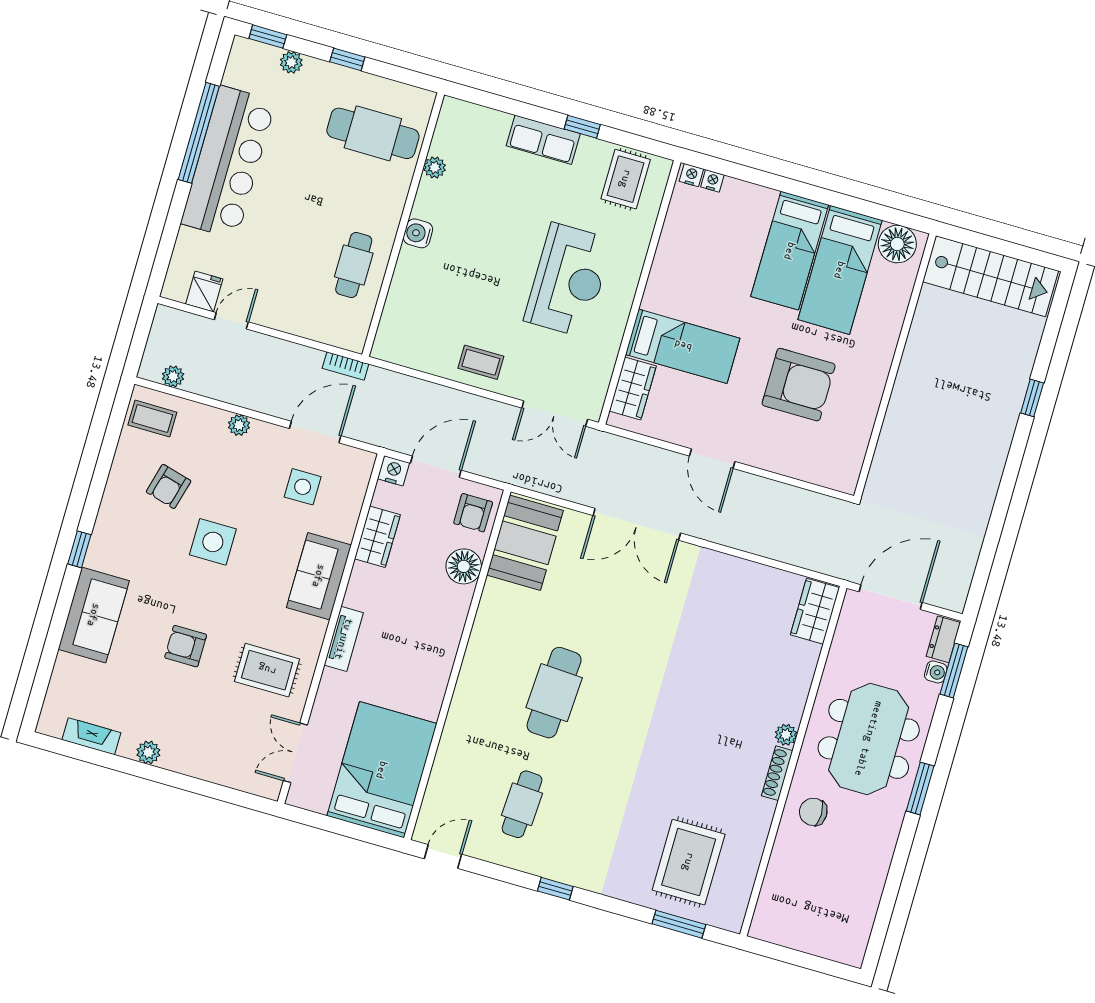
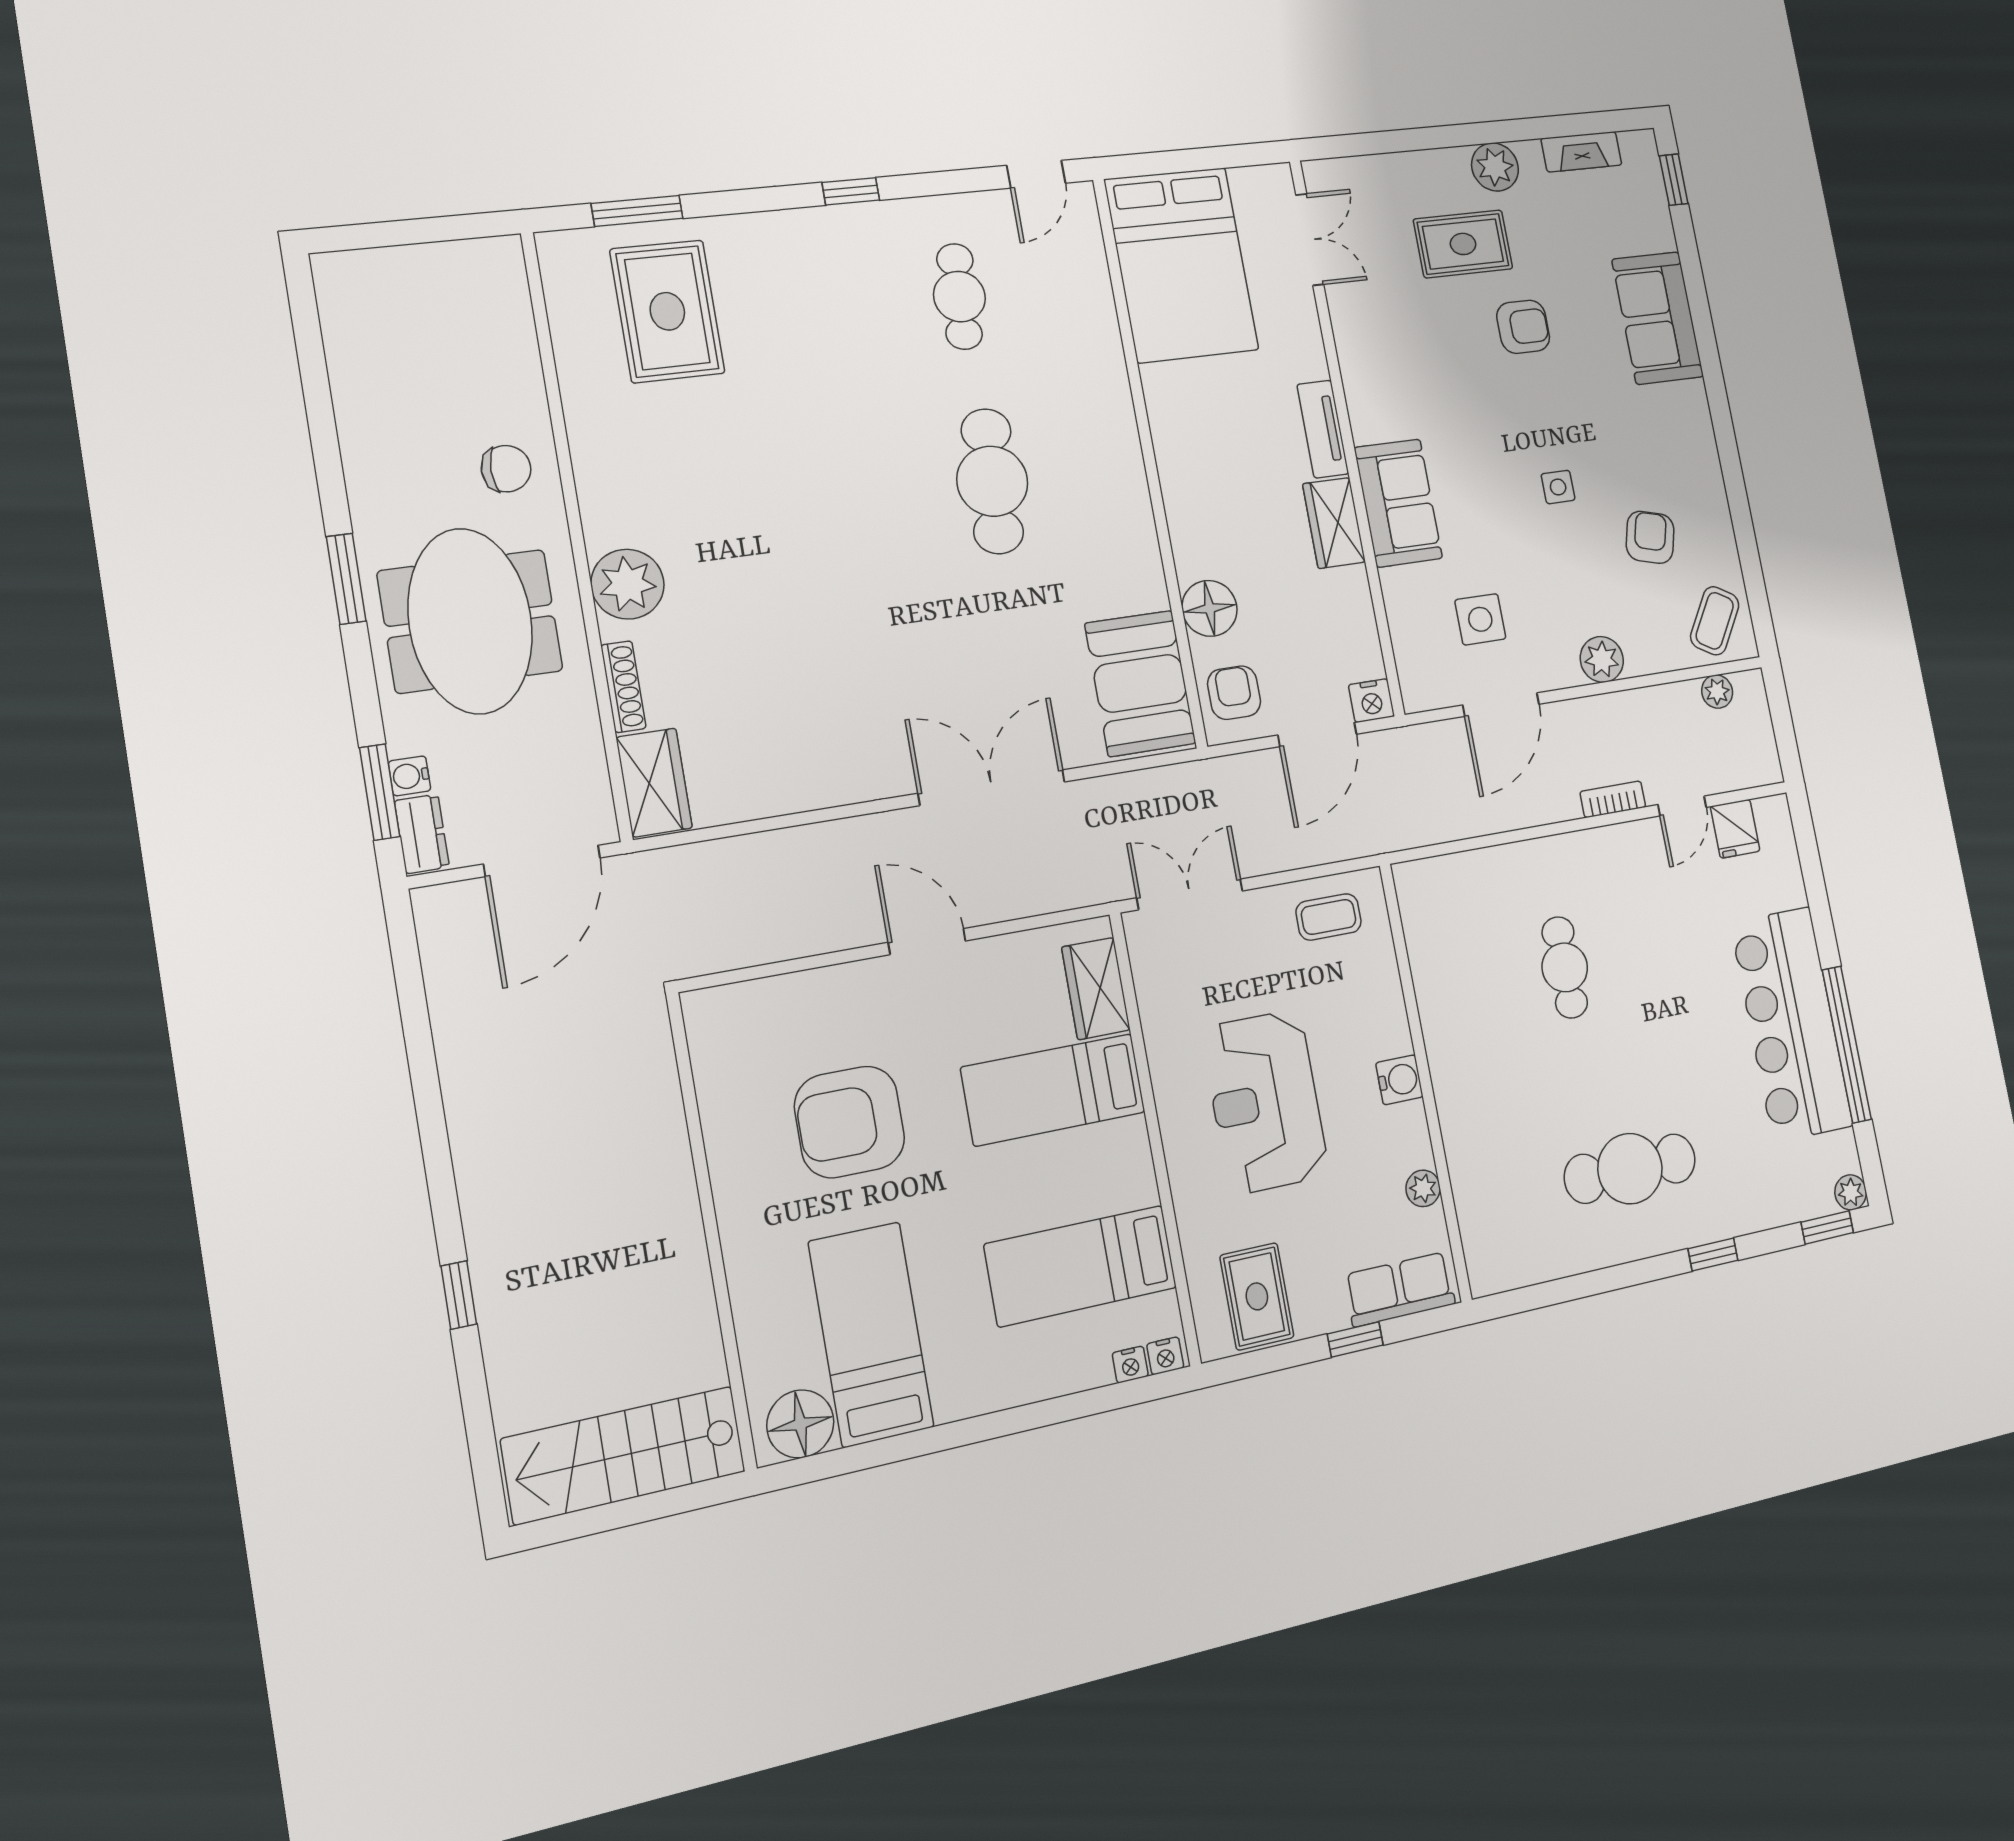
plant: (291, 62) -> (1851, 1192), moved
plant: (435, 167) -> (1423, 1188), moved
wall: (403, 225) -> (1426, 1082), moved
water cooler: (418, 233) -> (1399, 1080), moved
bed: (790, 251) -> (1081, 1266), moved, turned -90
bookcase: (346, 366) -> (1613, 799), moved
coffee table: (152, 419) -> (1715, 621), turned -59
plant: (239, 425) -> (1602, 659), width x1.38, depth x1.38
wardrobe: (377, 537) -> (1334, 523), moved
side table: (213, 542) -> (1558, 487), width x0.54, depth x0.54
window: (79, 549) -> (1674, 180), moved
rug: (267, 670) -> (1463, 244), moved
plant: (786, 735) -> (628, 584), width x1.88, depth x1.88
plant: (148, 752) -> (1495, 167), width x1.38, depth x1.38
shoe rack: (777, 773) -> (623, 687), moved

